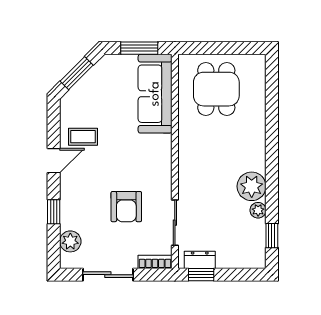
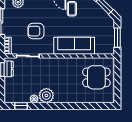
sofa: (155, 94) -> (74, 46), moved

